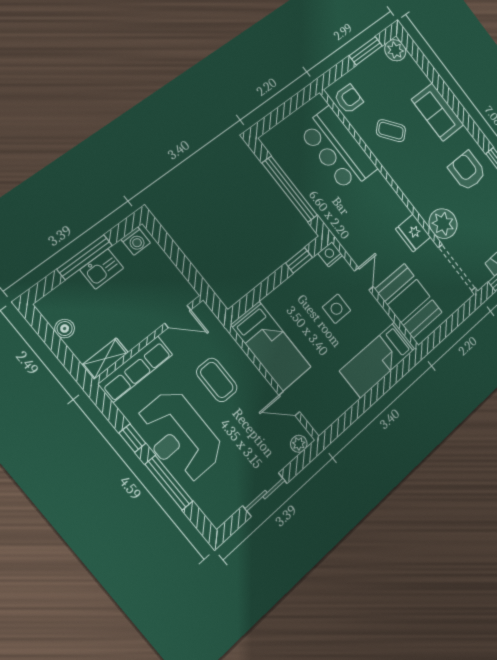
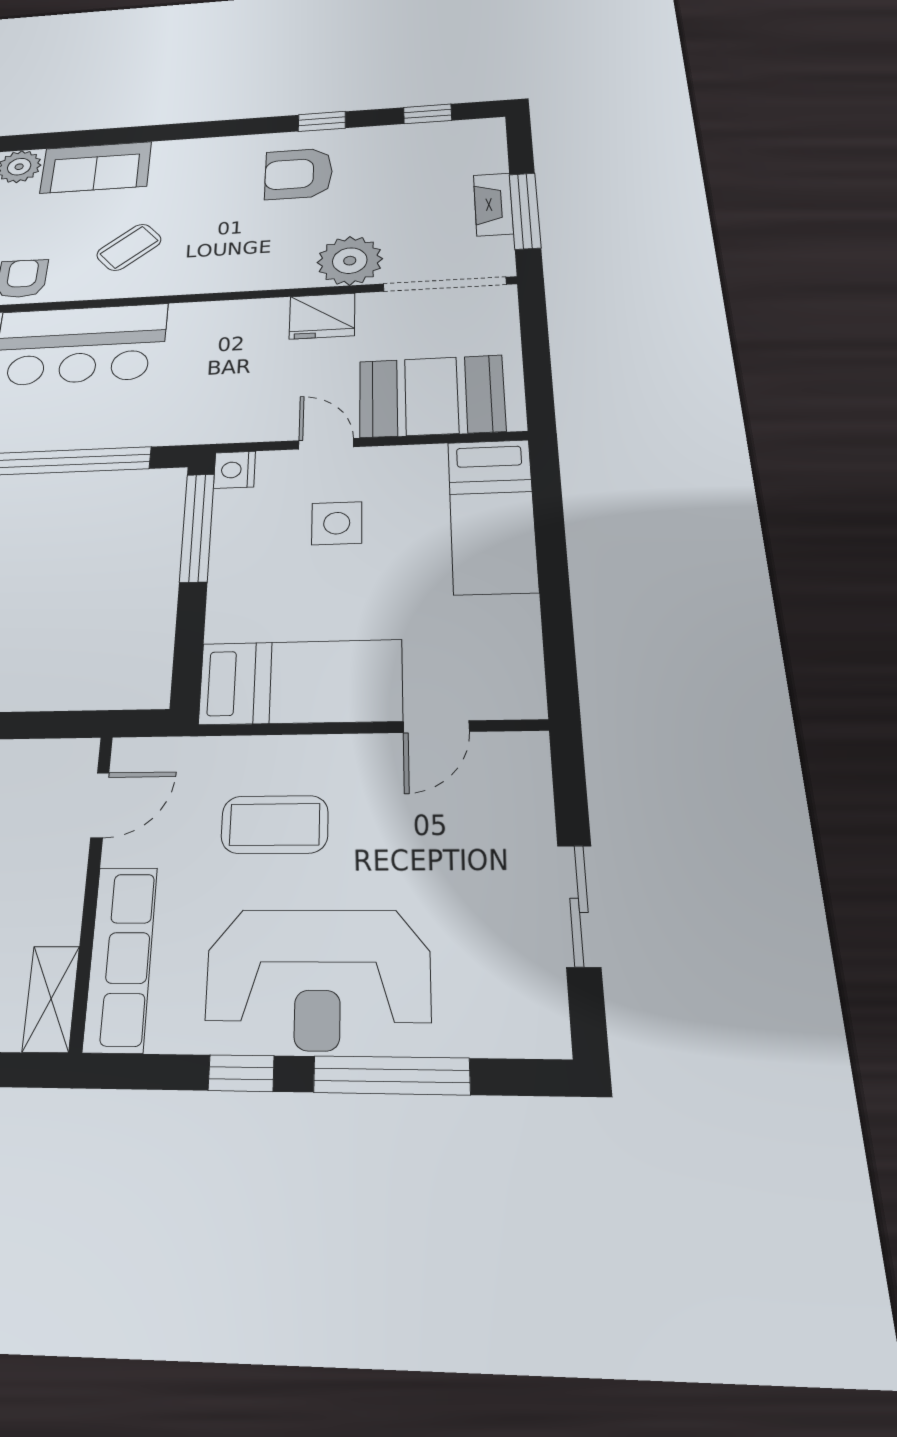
sofa: (438, 112) -> (96, 167), moved
window: (299, 260) -> (197, 527), width x2.17
plant: (299, 444) -> (530, 766), removed

